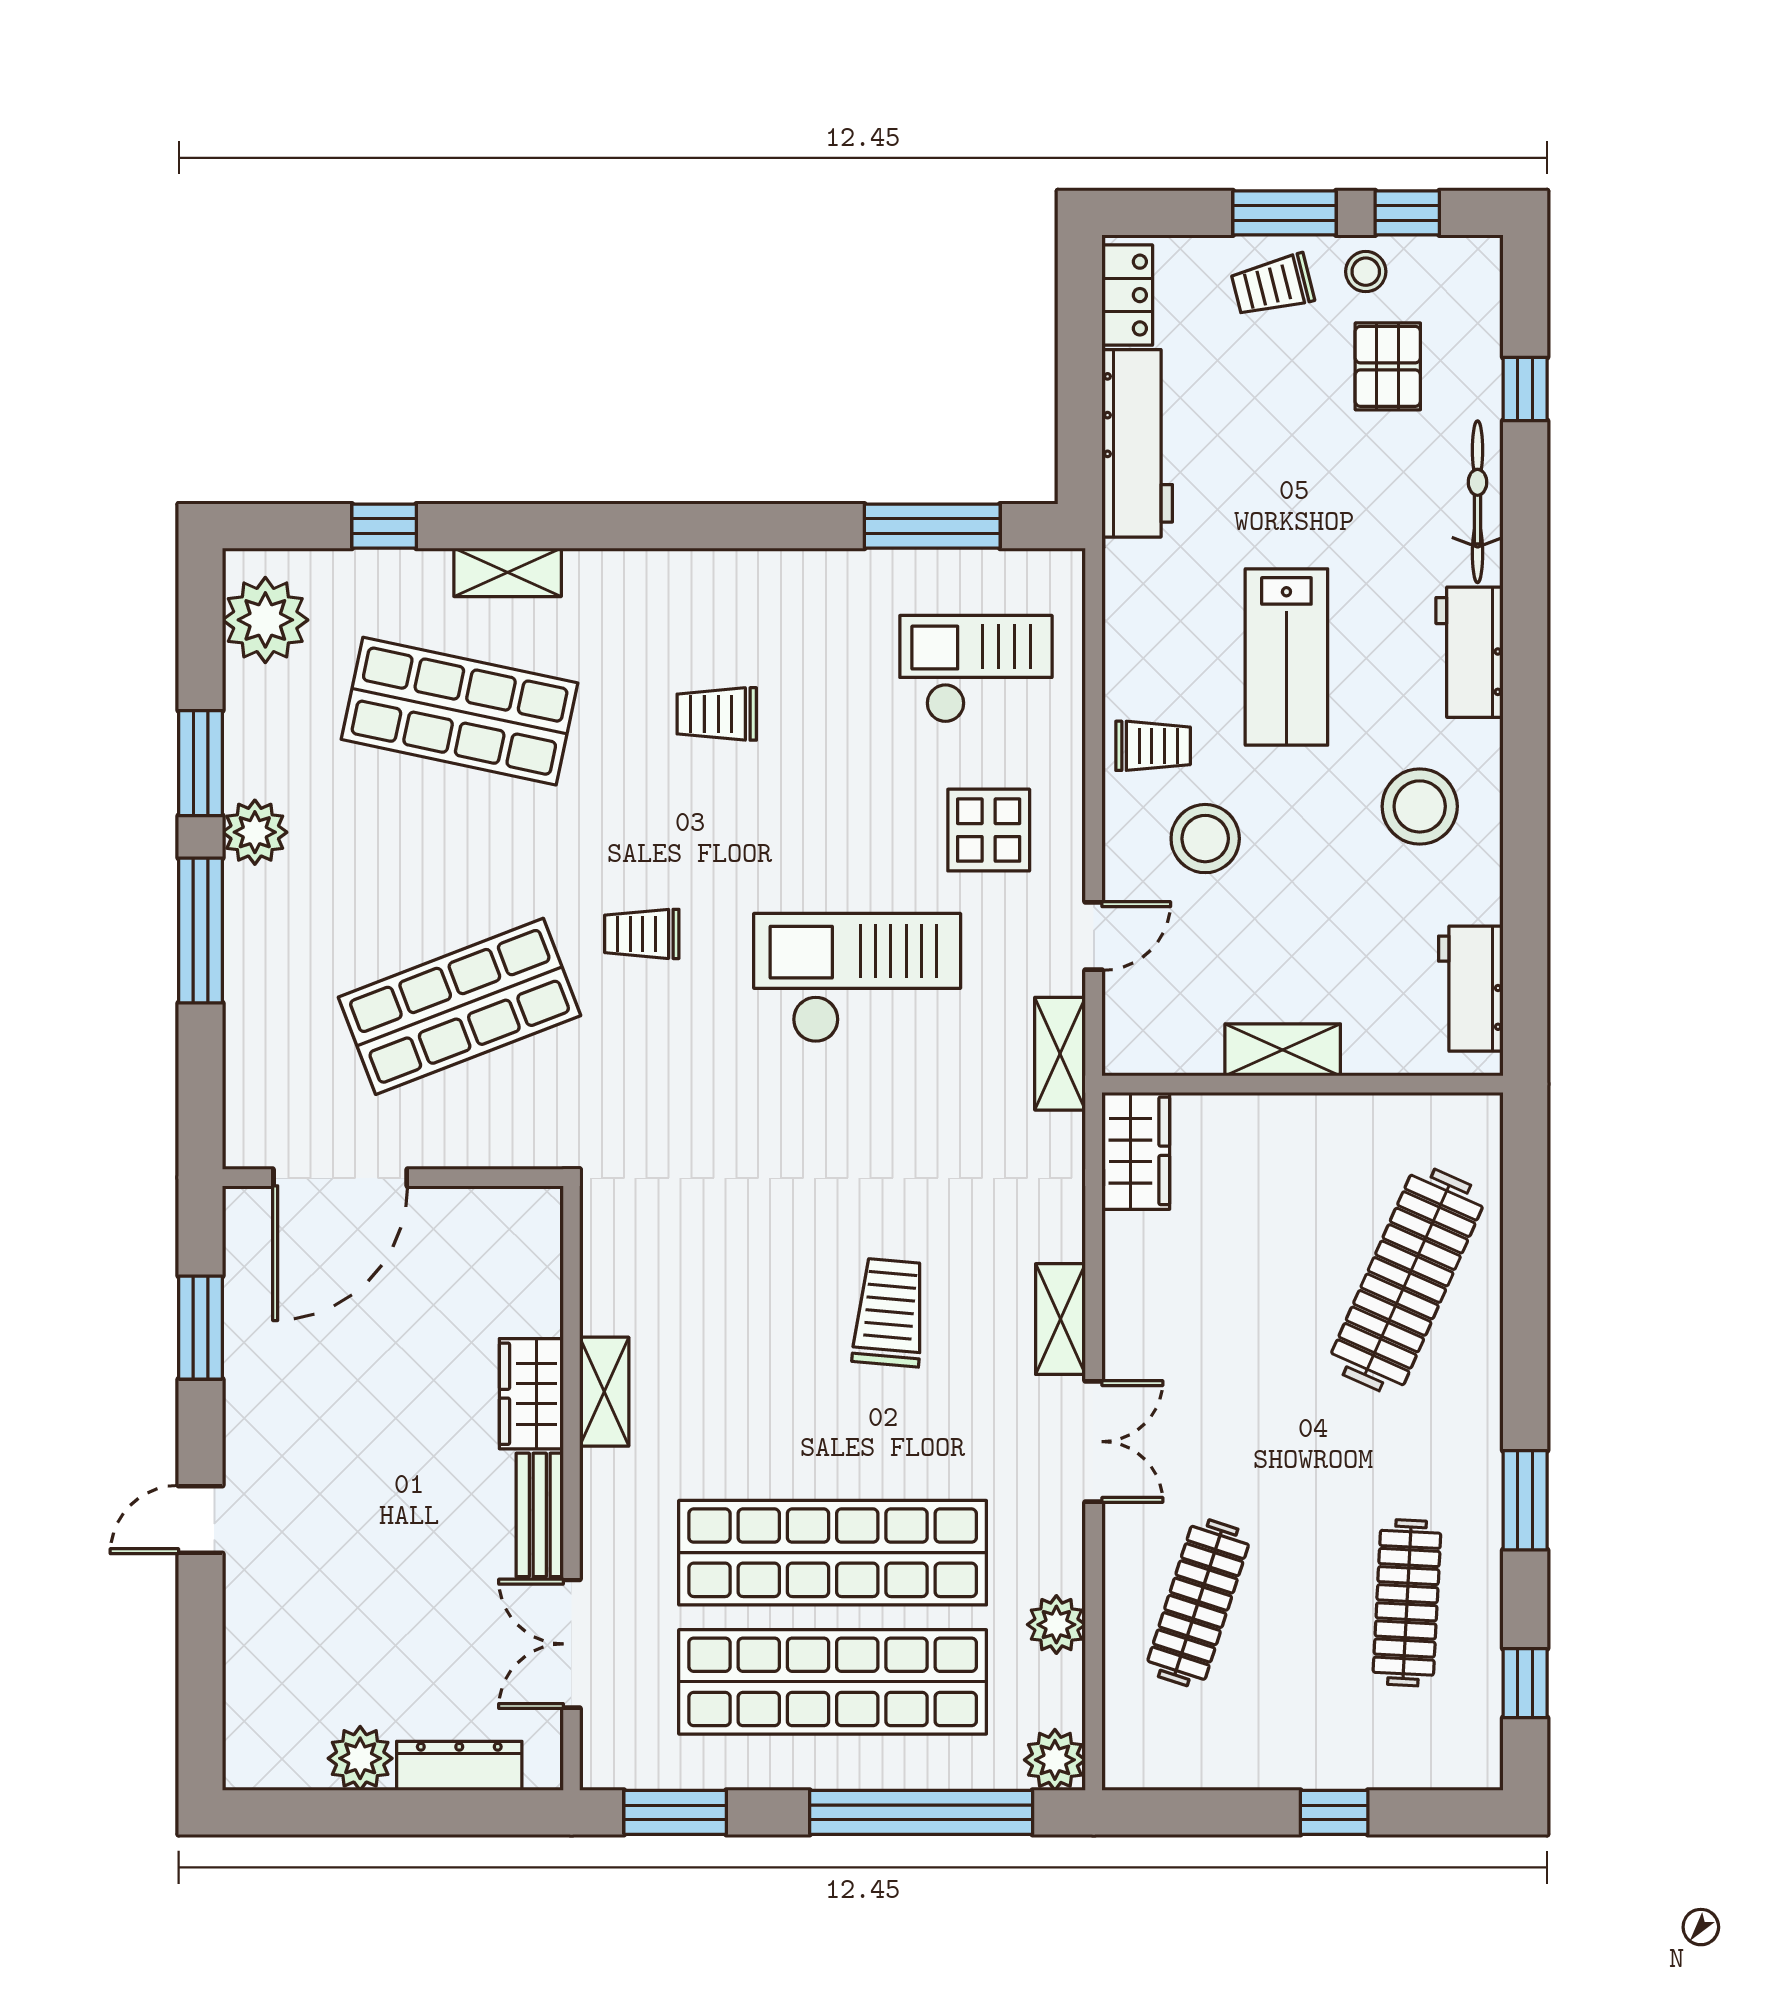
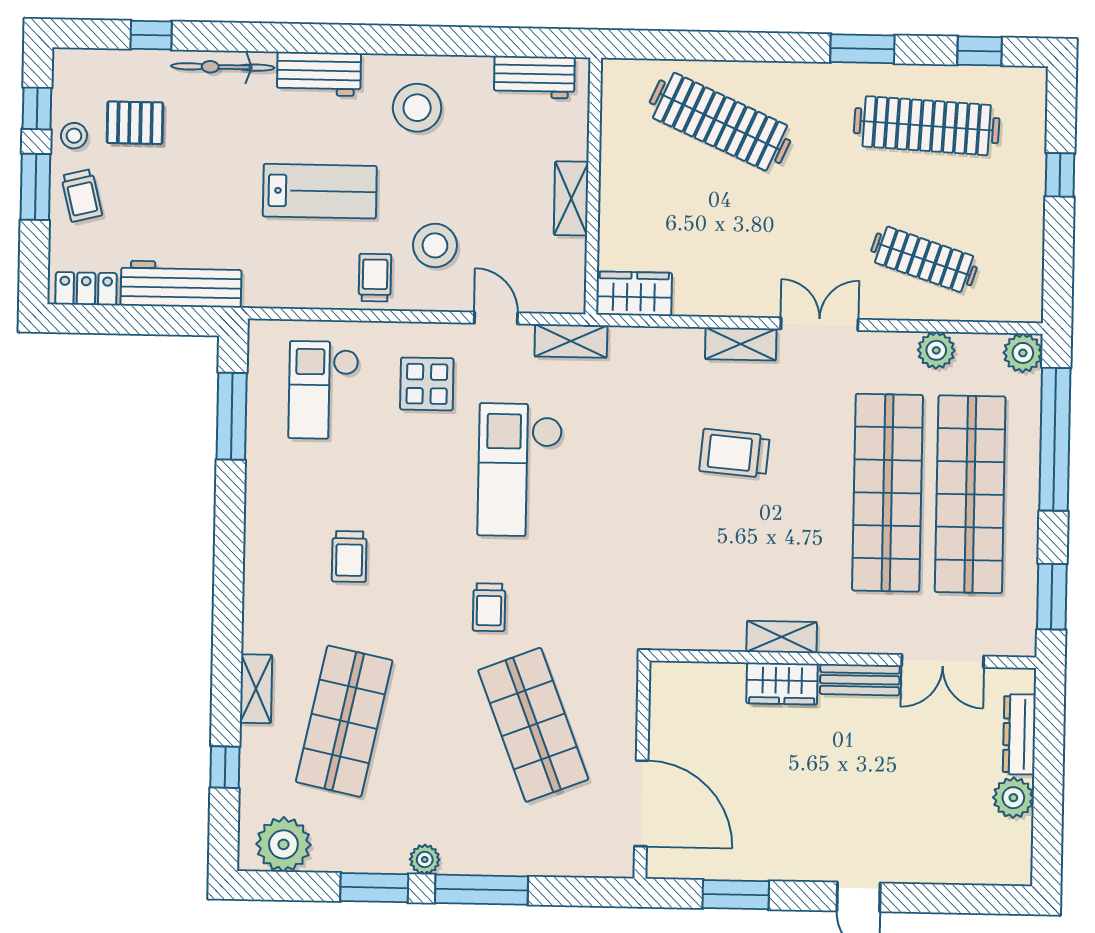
plant: (255, 832) -> (425, 859), width x0.73, depth x0.73
clothes rail: (1407, 1603) -> (927, 126), width x1.37, depth x1.31

